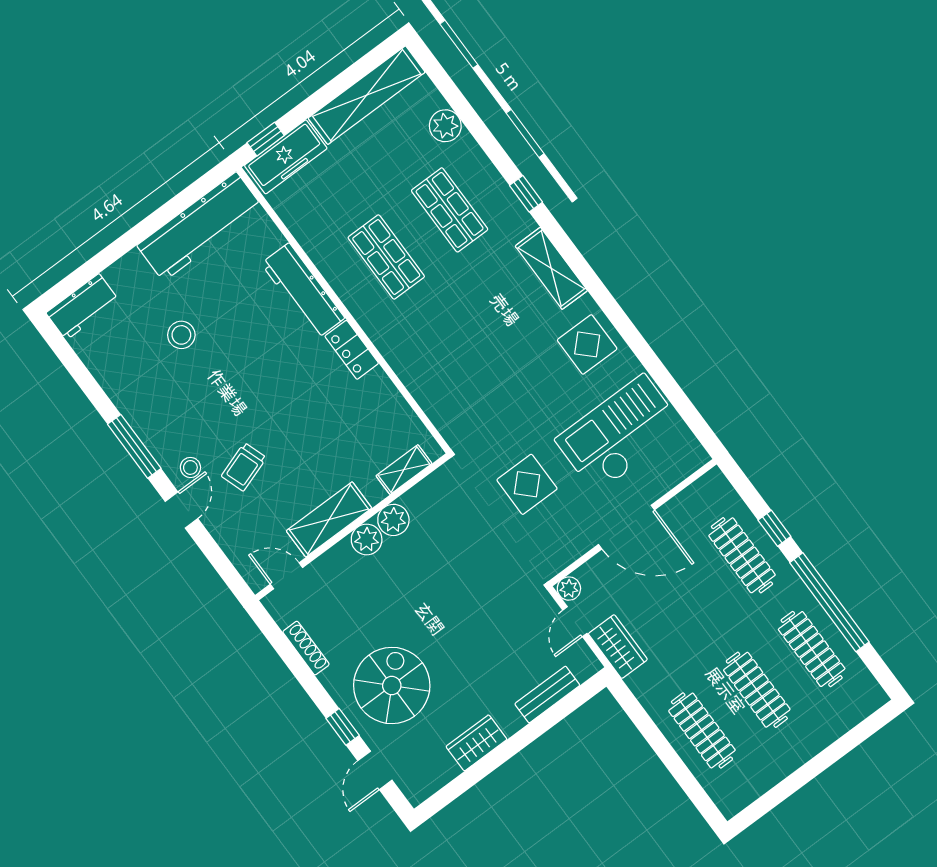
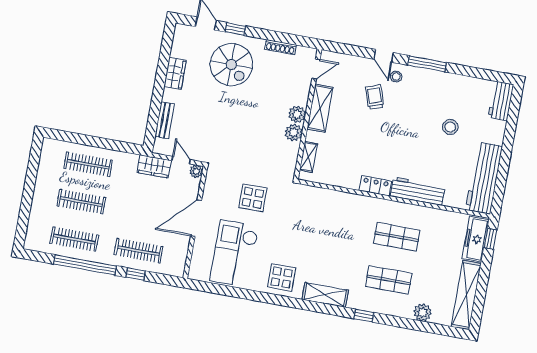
checkout: (620, 434) -> (234, 254), turned 180

